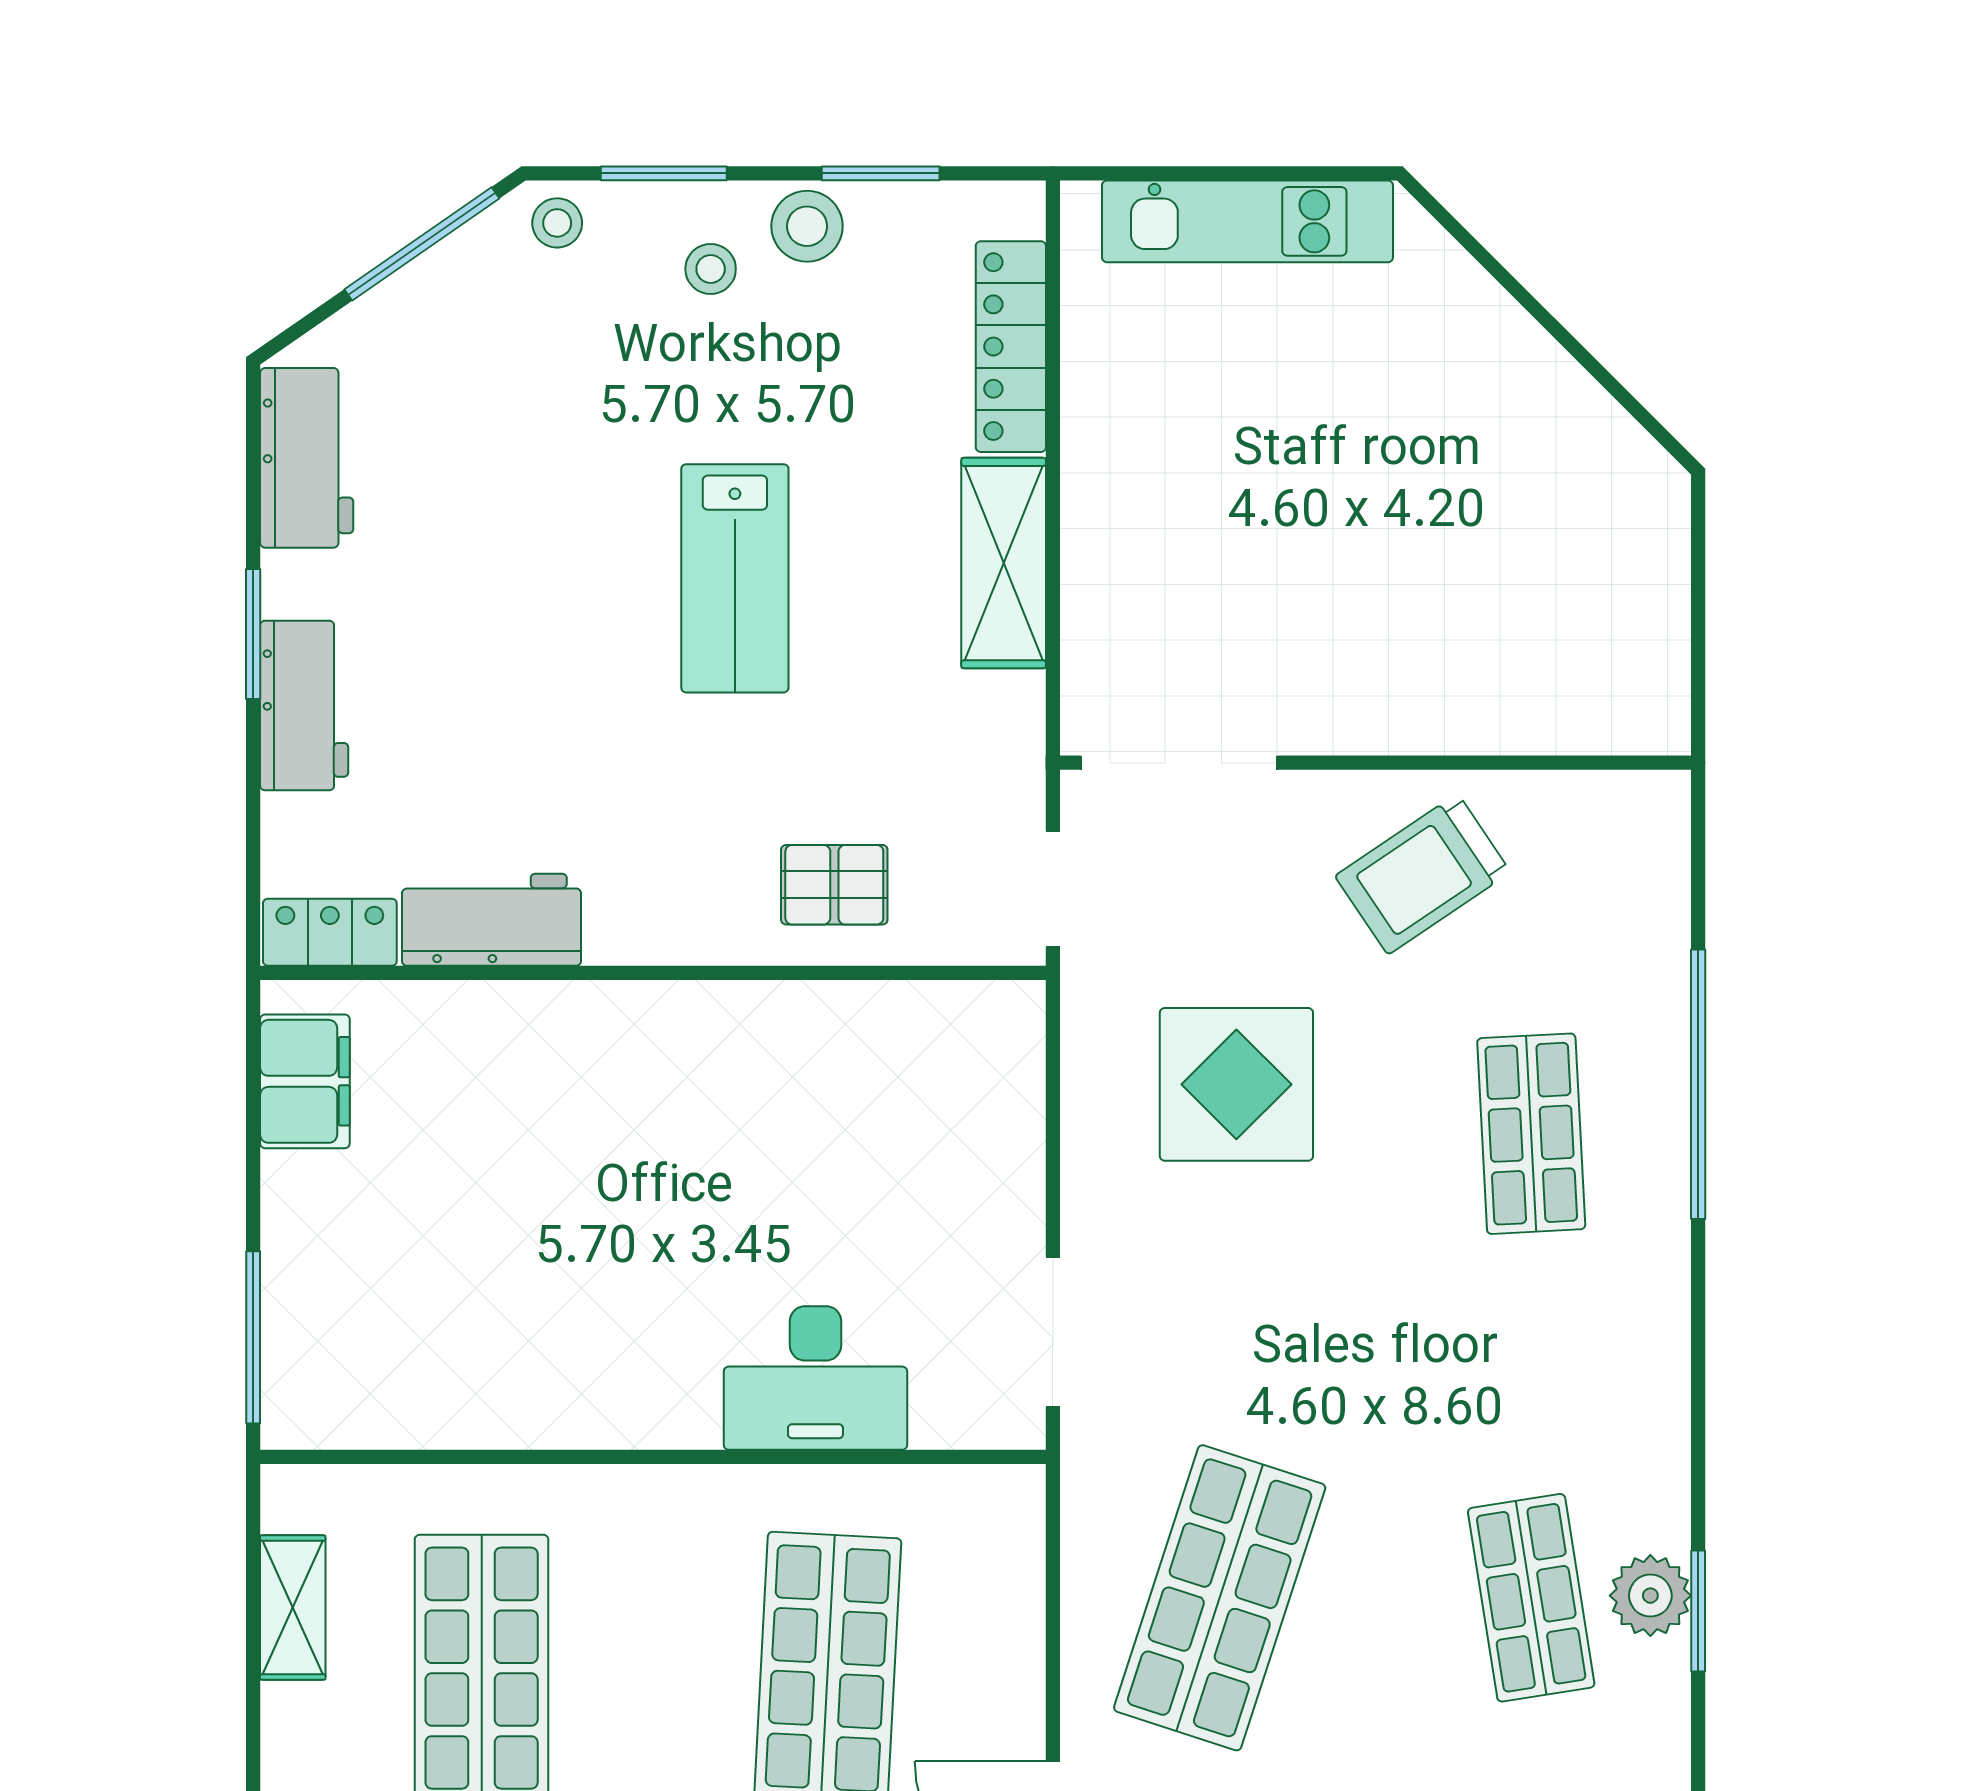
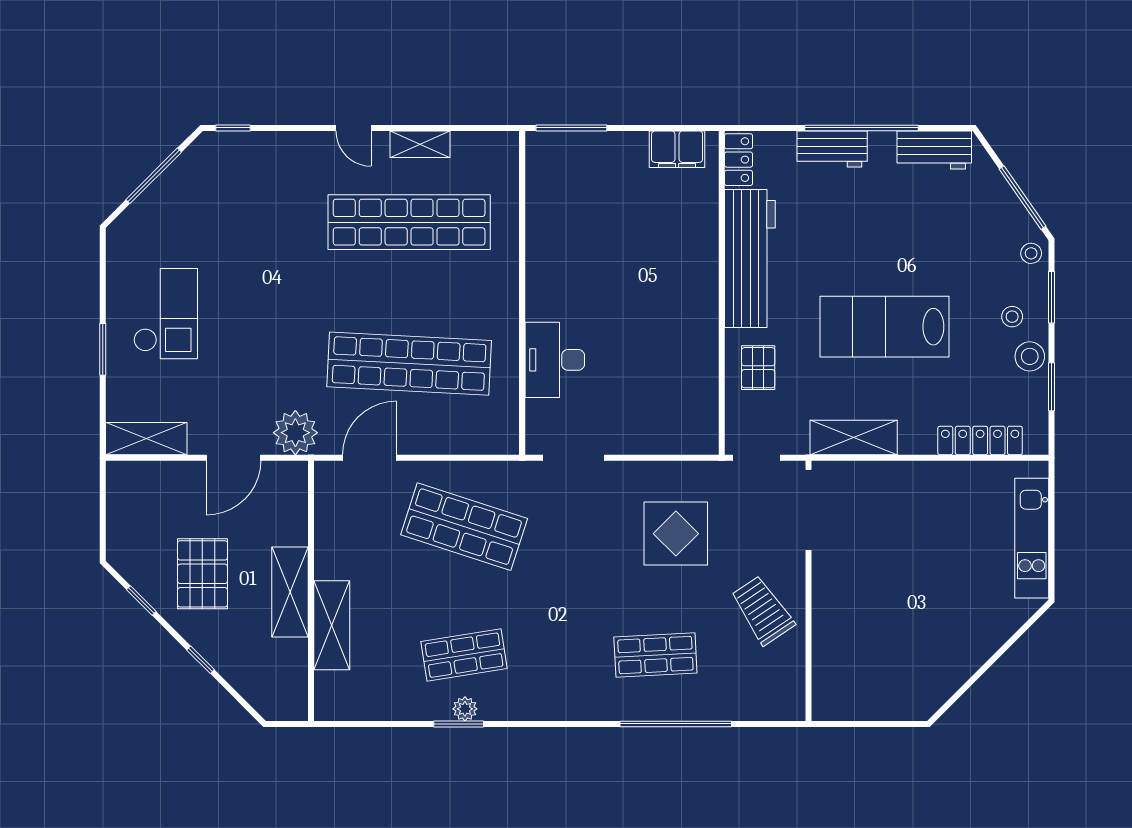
shelving: (1004, 563) -> (854, 437), moved
lab bench: (735, 578) -> (885, 327), width x1.36, depth x1.39
window: (253, 634) -> (862, 128), width x2.11
workbench: (492, 920) -> (750, 259), width x1.87, depth x1.32
plant: (1650, 1596) -> (465, 709), width x0.73, depth x0.73
shelving: (293, 1608) -> (420, 144), moved

